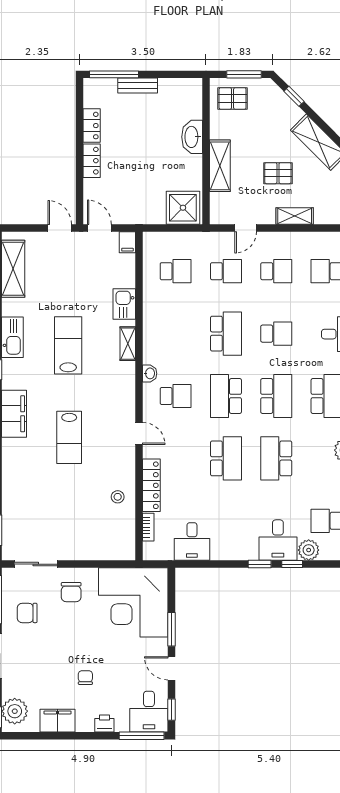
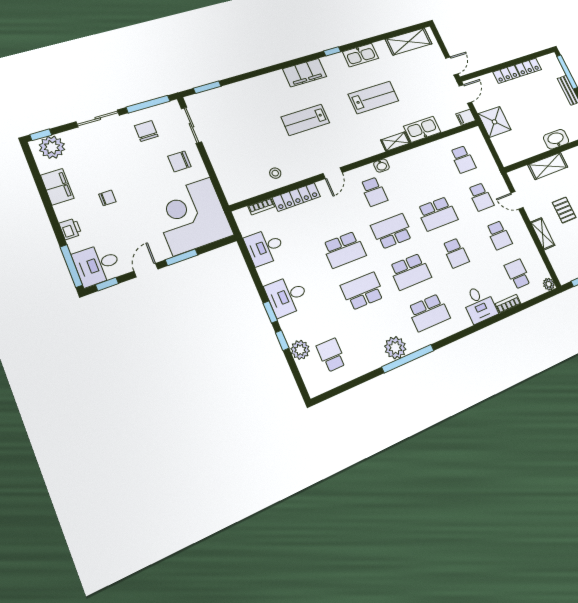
shower: (183, 208) -> (495, 122), moved
kitchen sink: (124, 304) -> (422, 129), width x1.38
desk: (278, 540) -> (287, 296), moved

